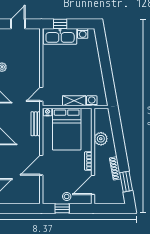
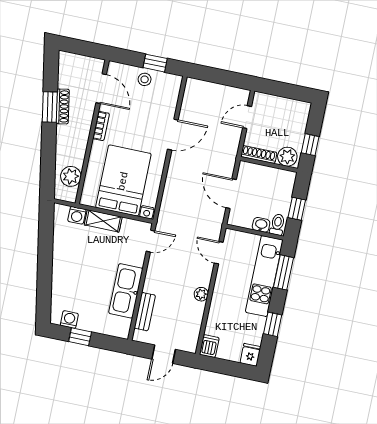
window: (60, 24) -> (80, 337), moved
kitchen sink: (60, 36) -> (126, 291), moved, turned -90
bench: (36, 124) -> (145, 312), moved
plant: (101, 139) -> (71, 176), moved
window: (126, 182) -> (50, 107), moved
door: (93, 185) -> (101, 89), hinge flipped

